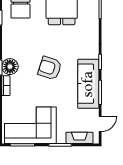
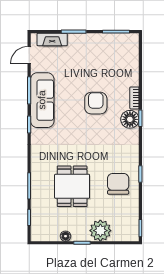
armchair: (50, 68) -> (96, 103), moved, turned -108
corner sofa: (30, 125) -> (107, 54), removed

